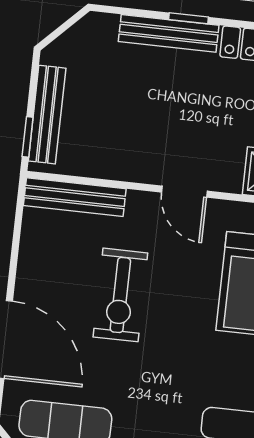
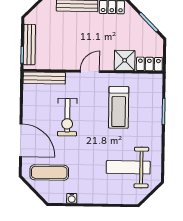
door: (184, 192) -> (90, 71), swing flipped

